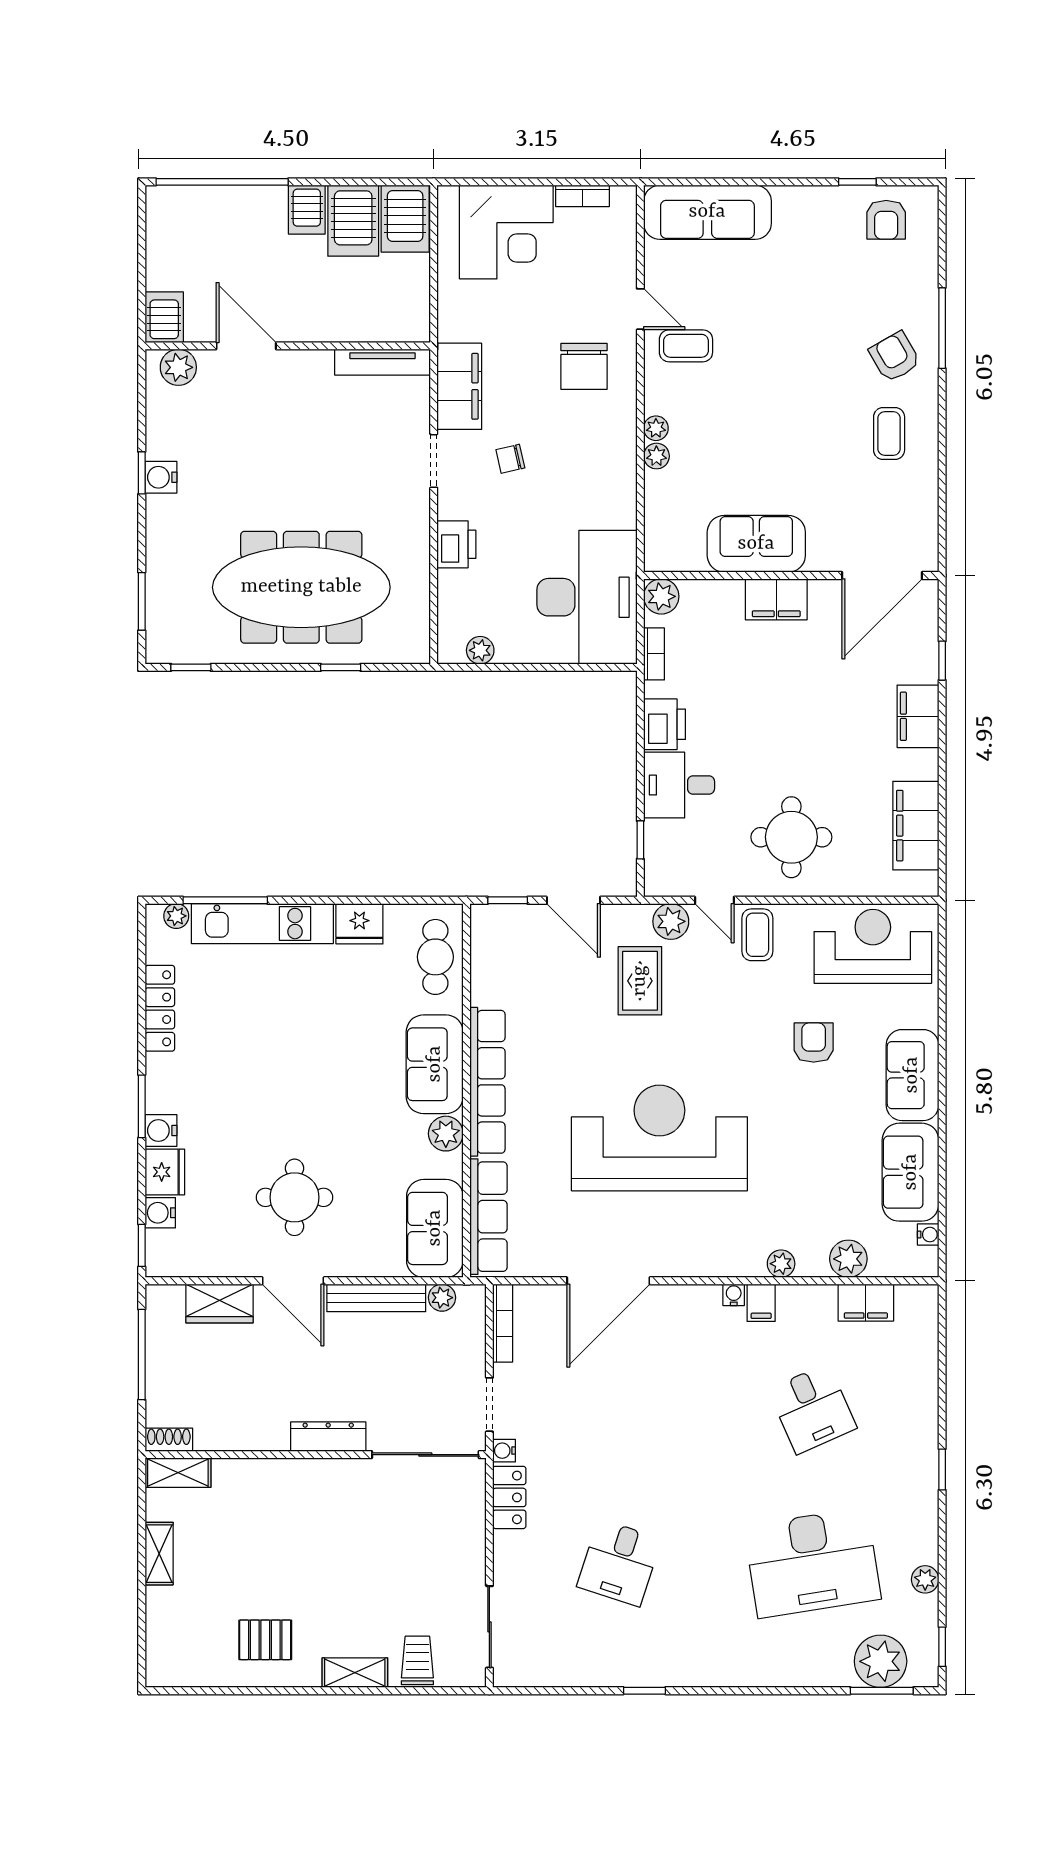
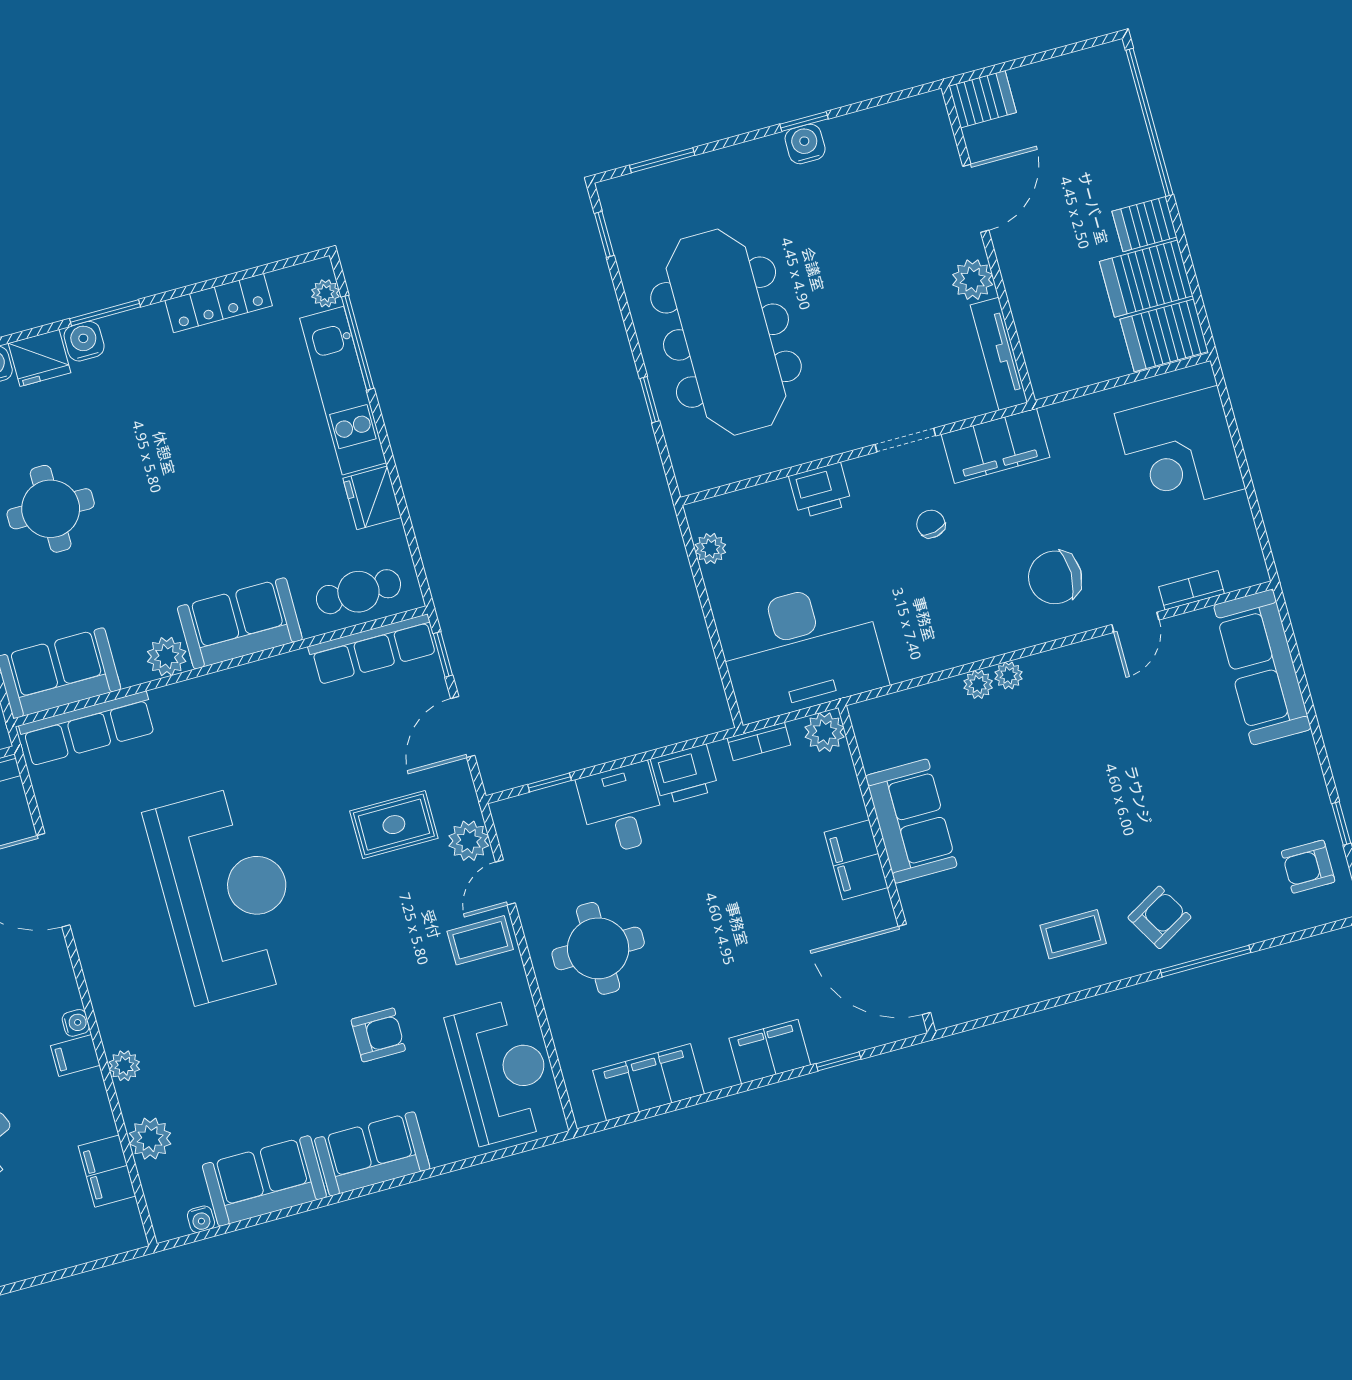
bookcase: (583, 196) -> (1192, 590), moved, turned 90
coffee table: (686, 346) -> (1109, 684), removed
plant: (178, 367) -> (973, 280), moved
row of seats: (487, 1082) -> (373, 649), moved, width x0.73

